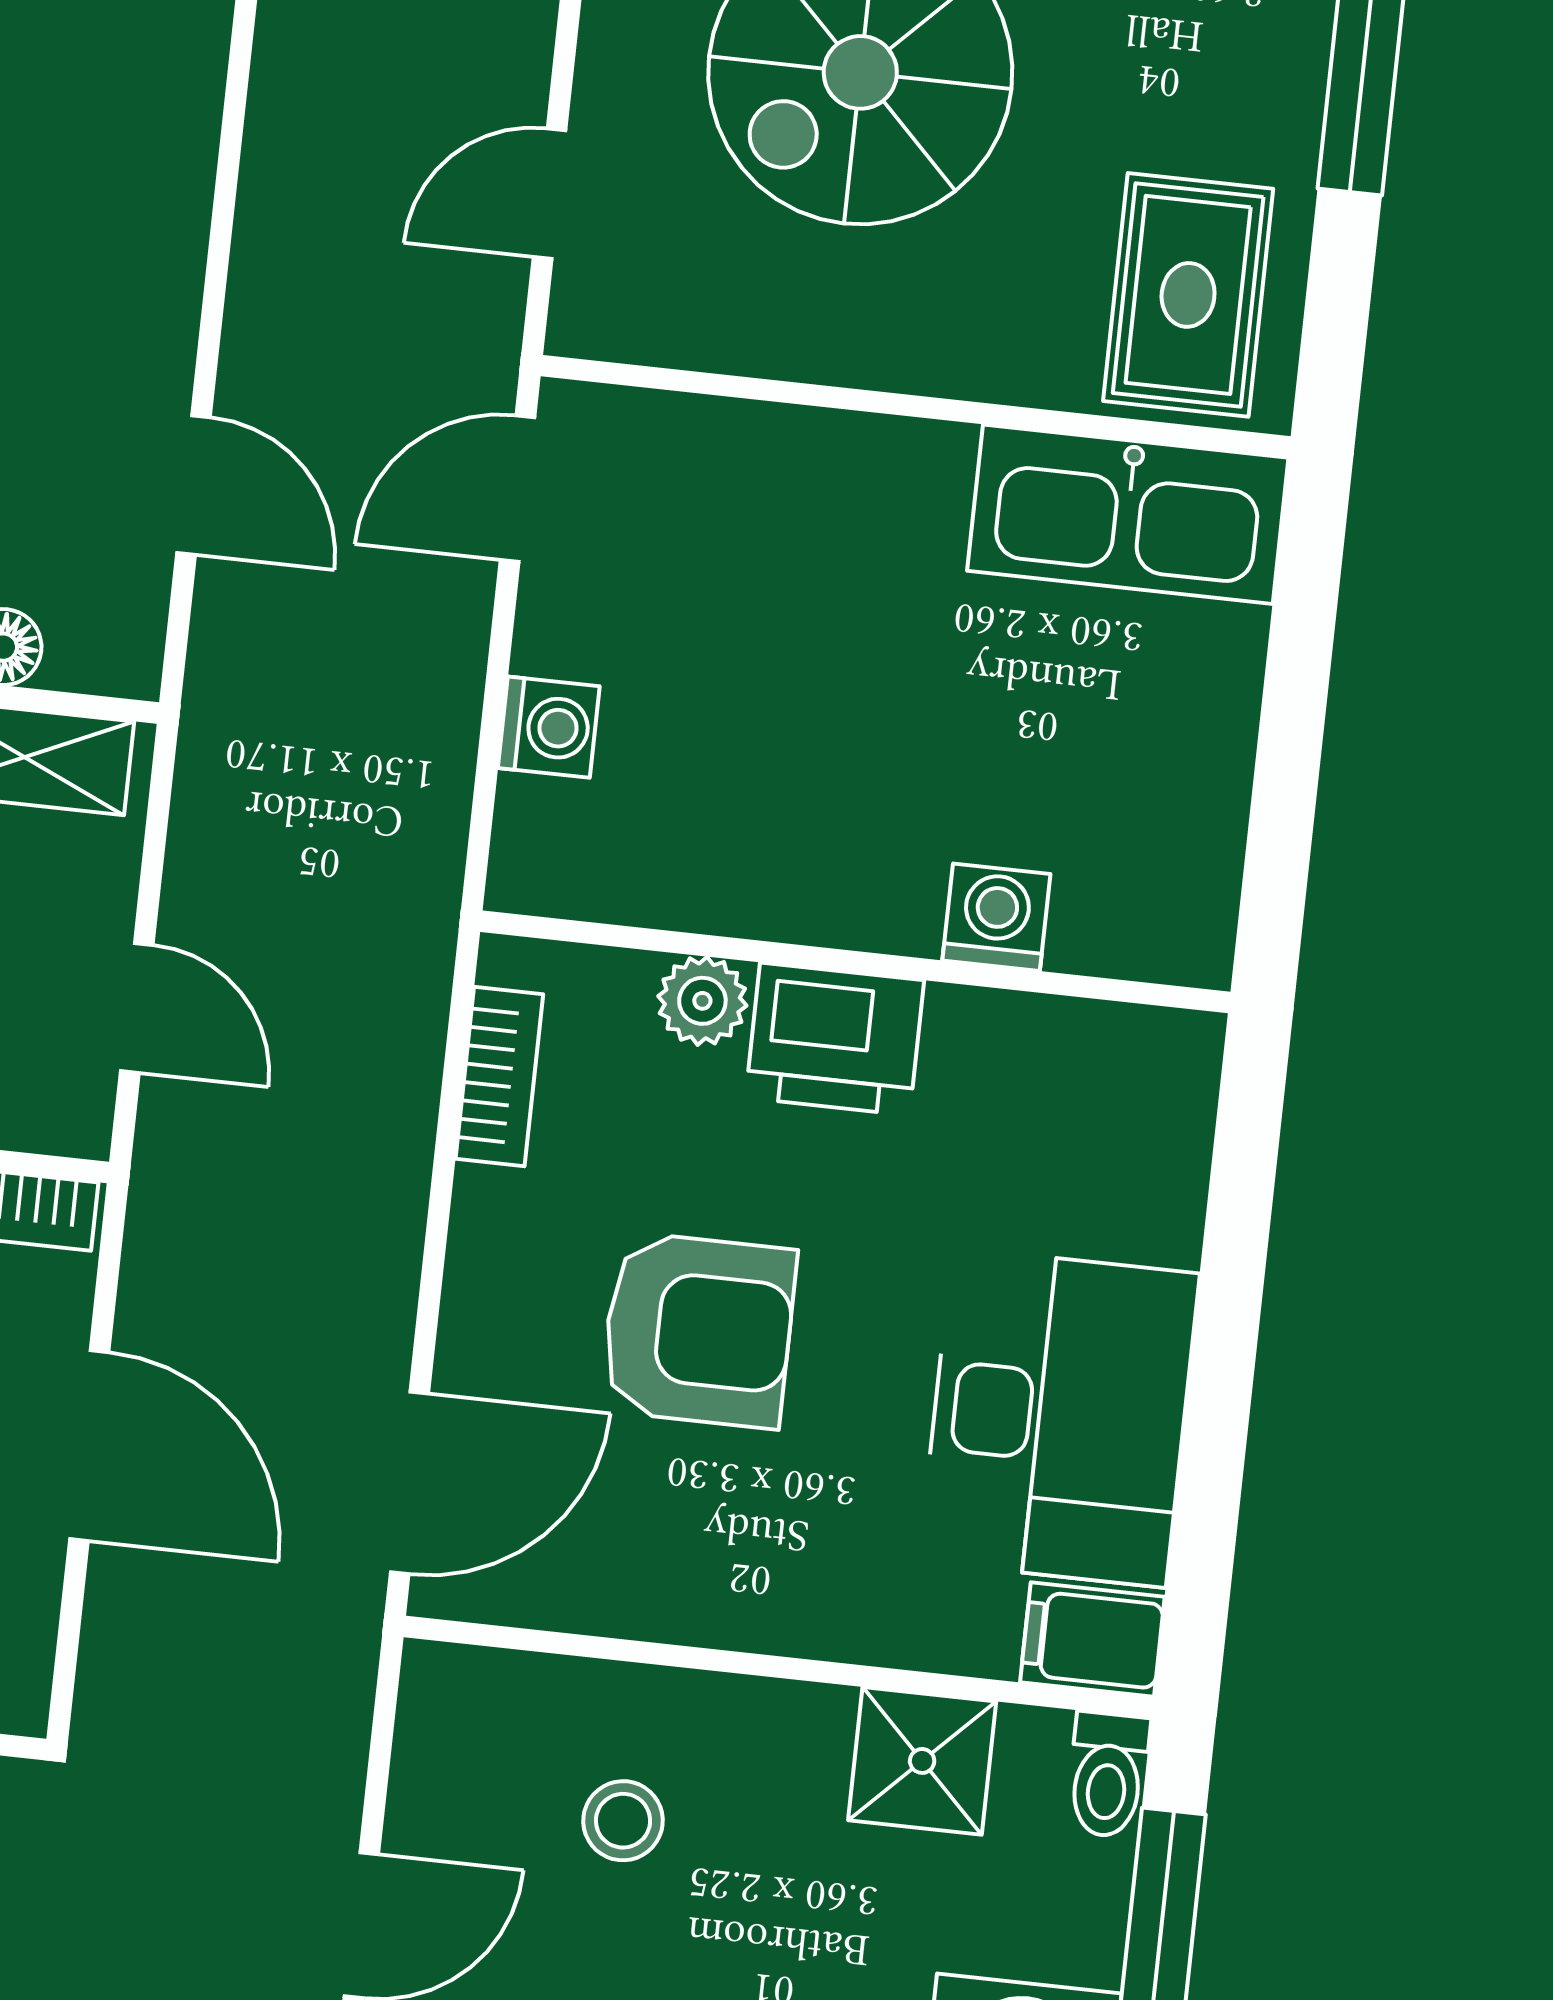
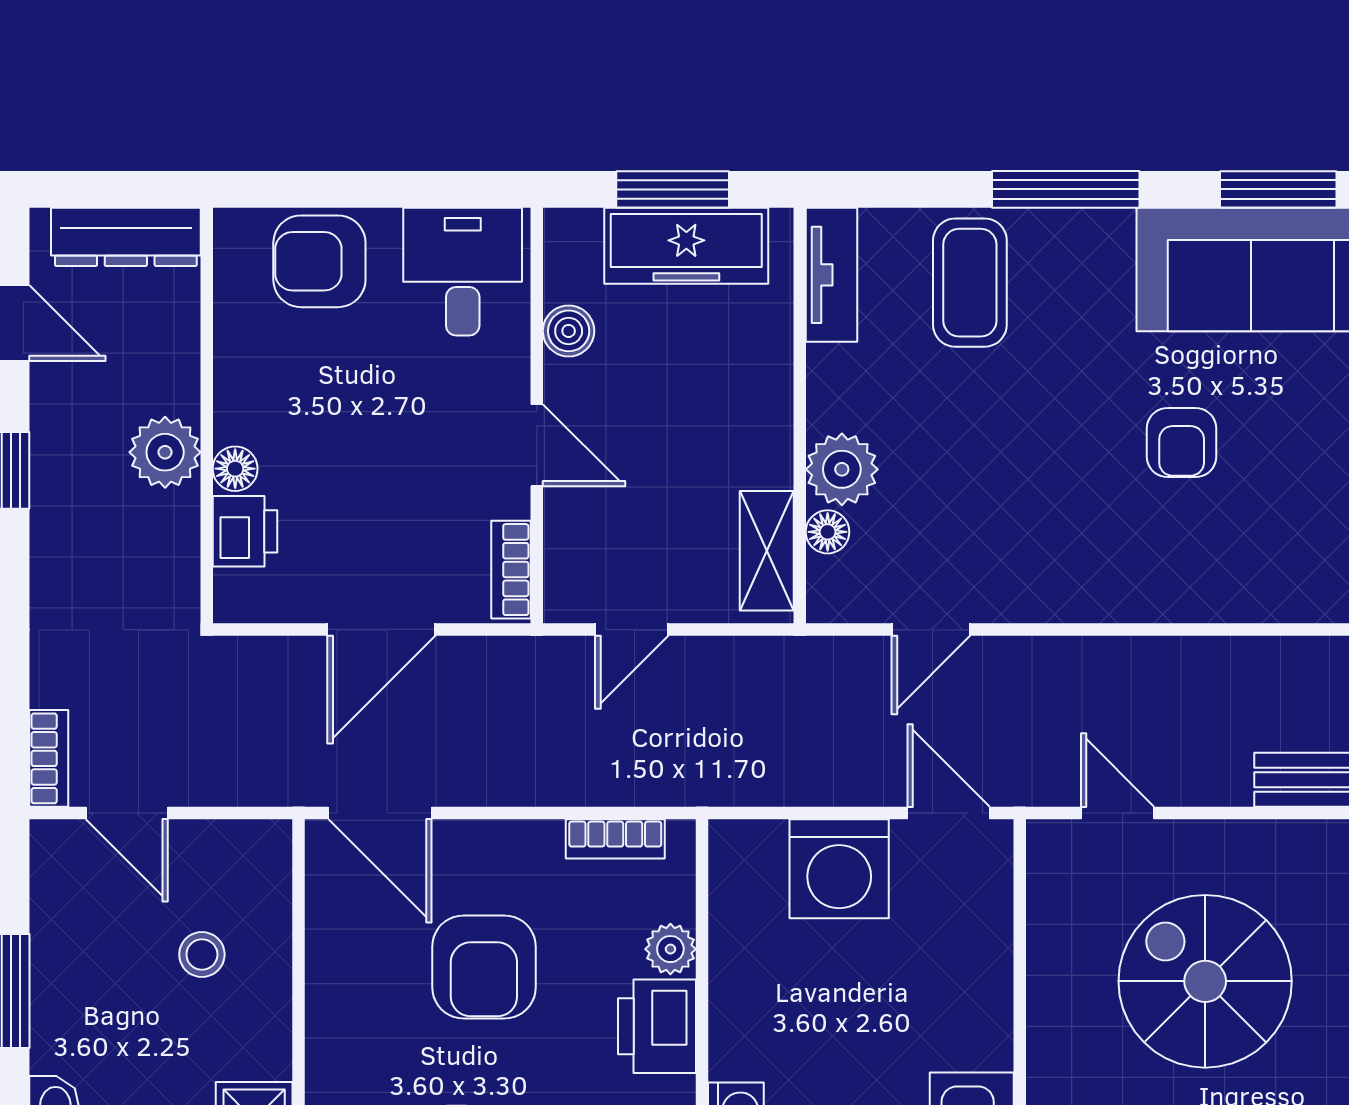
washing machine: (549, 727) -> (839, 869), width x1.89, depth x1.89

